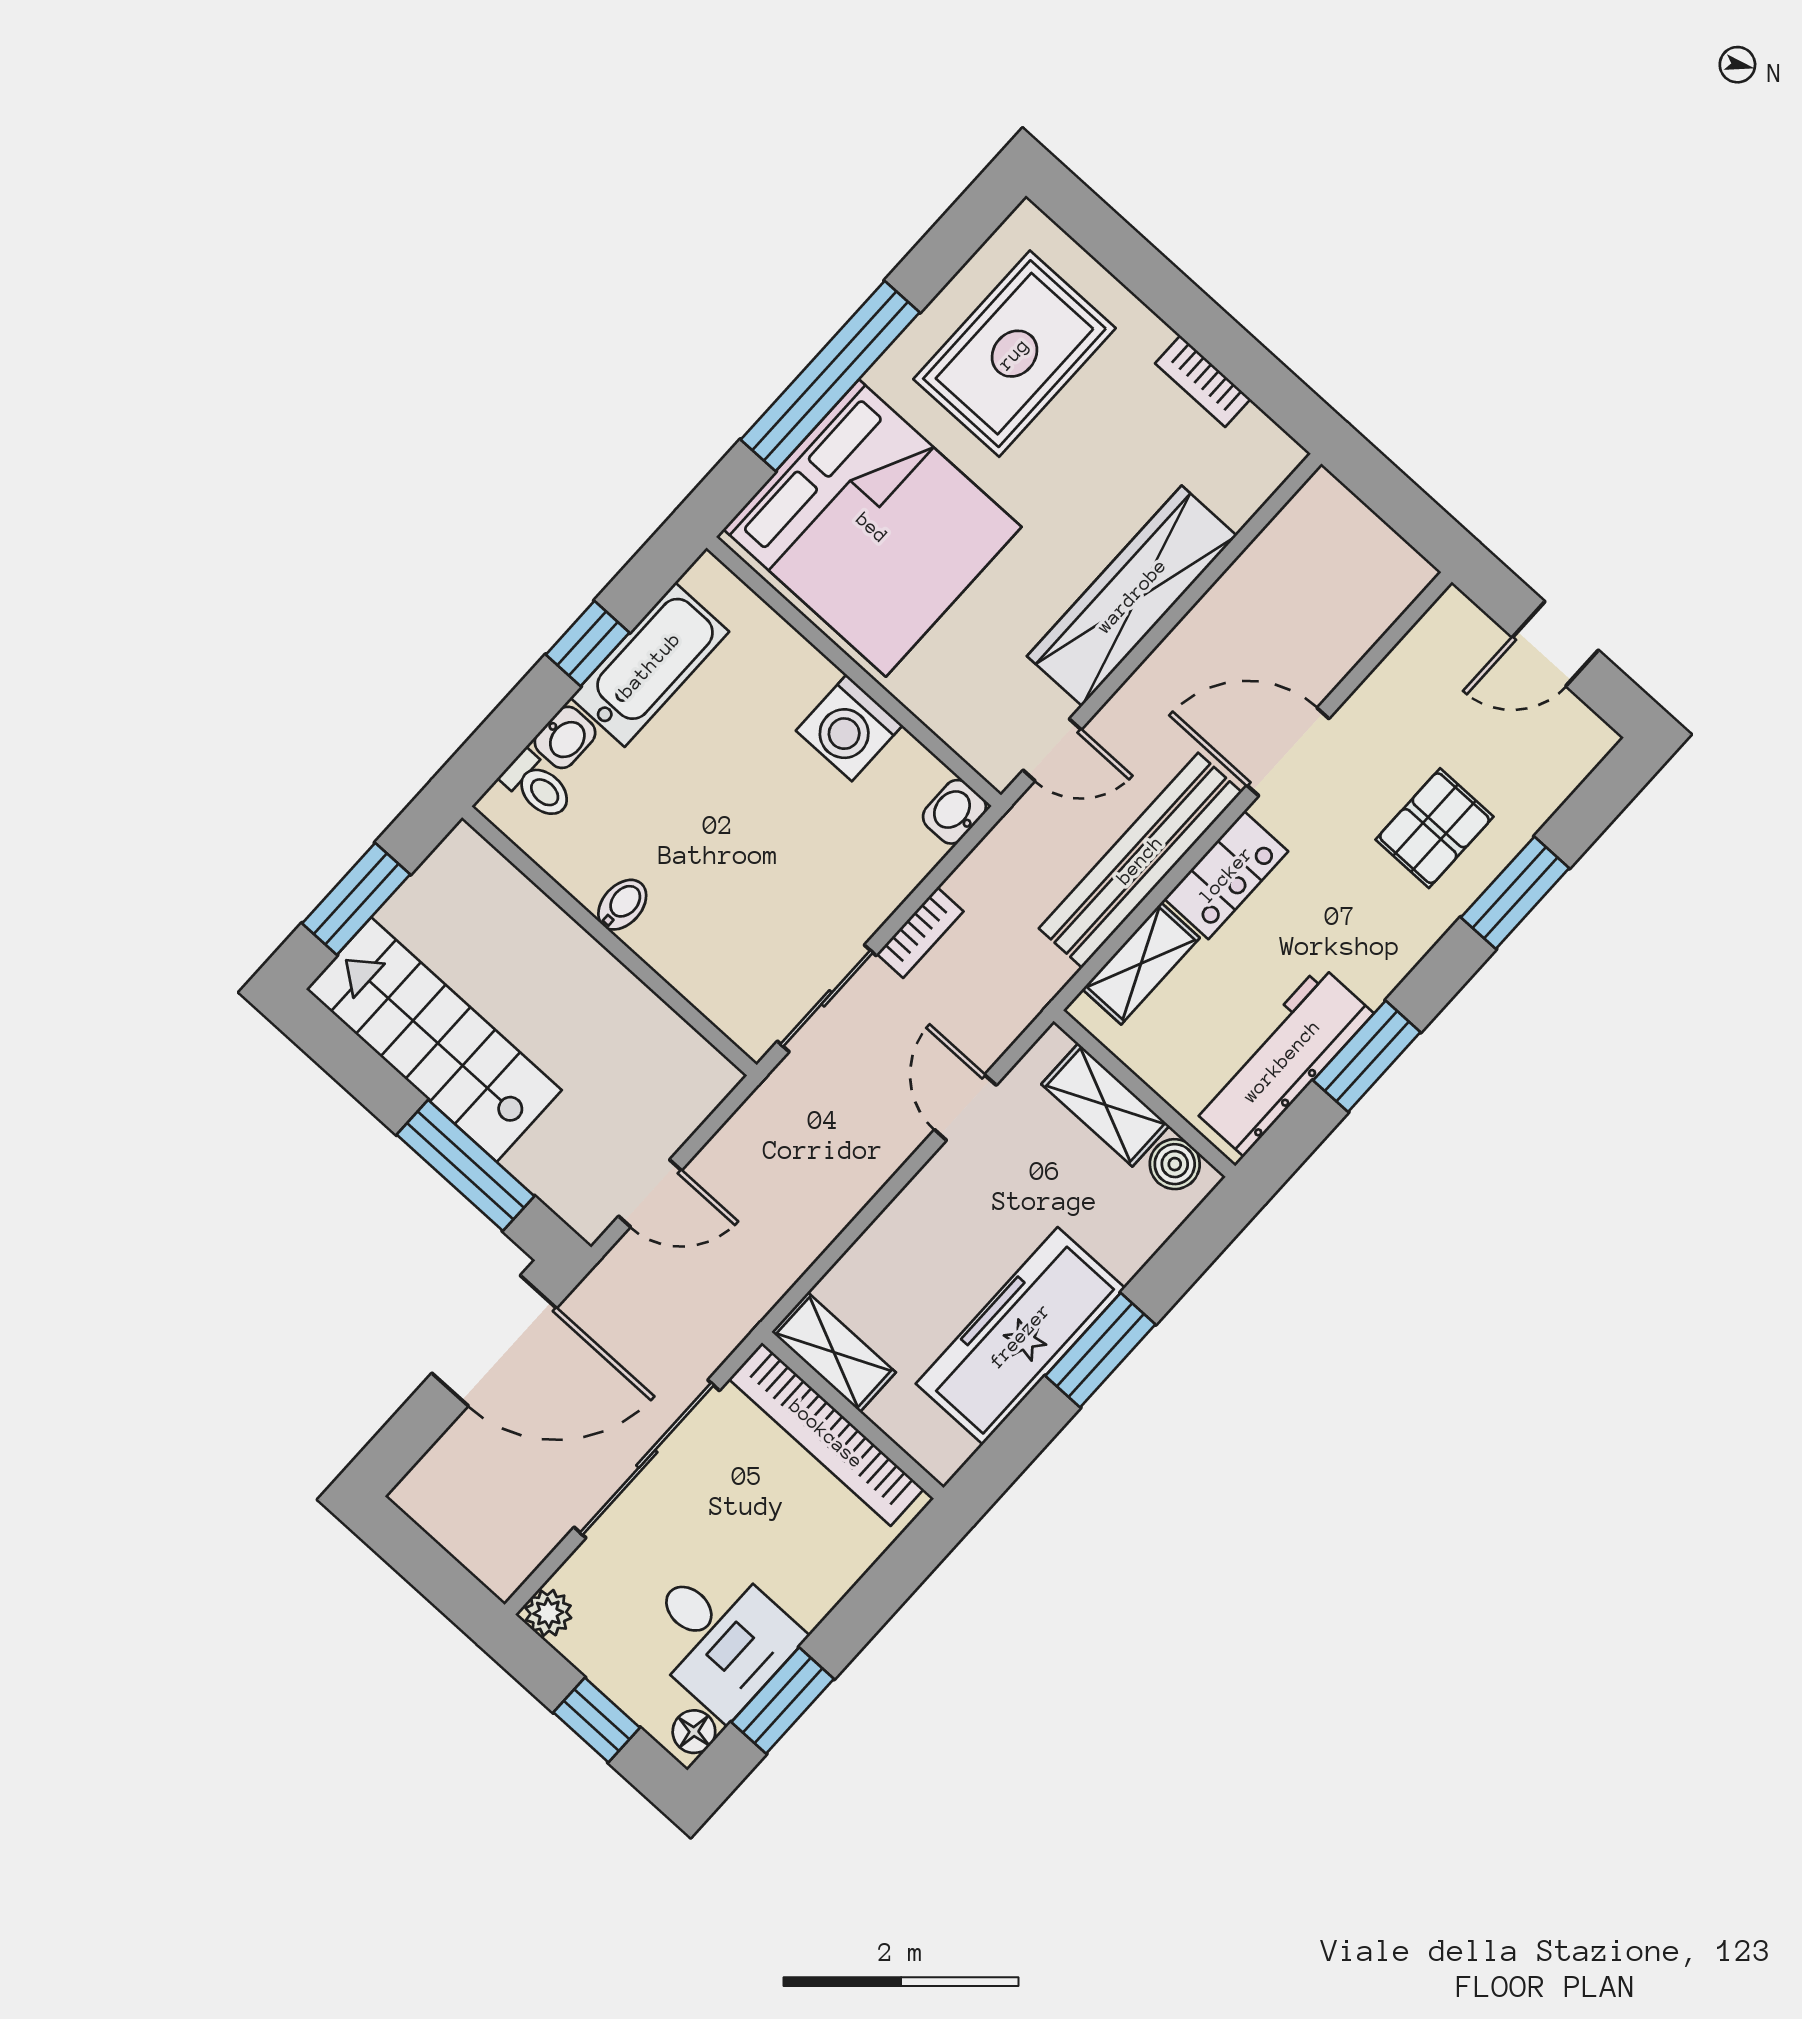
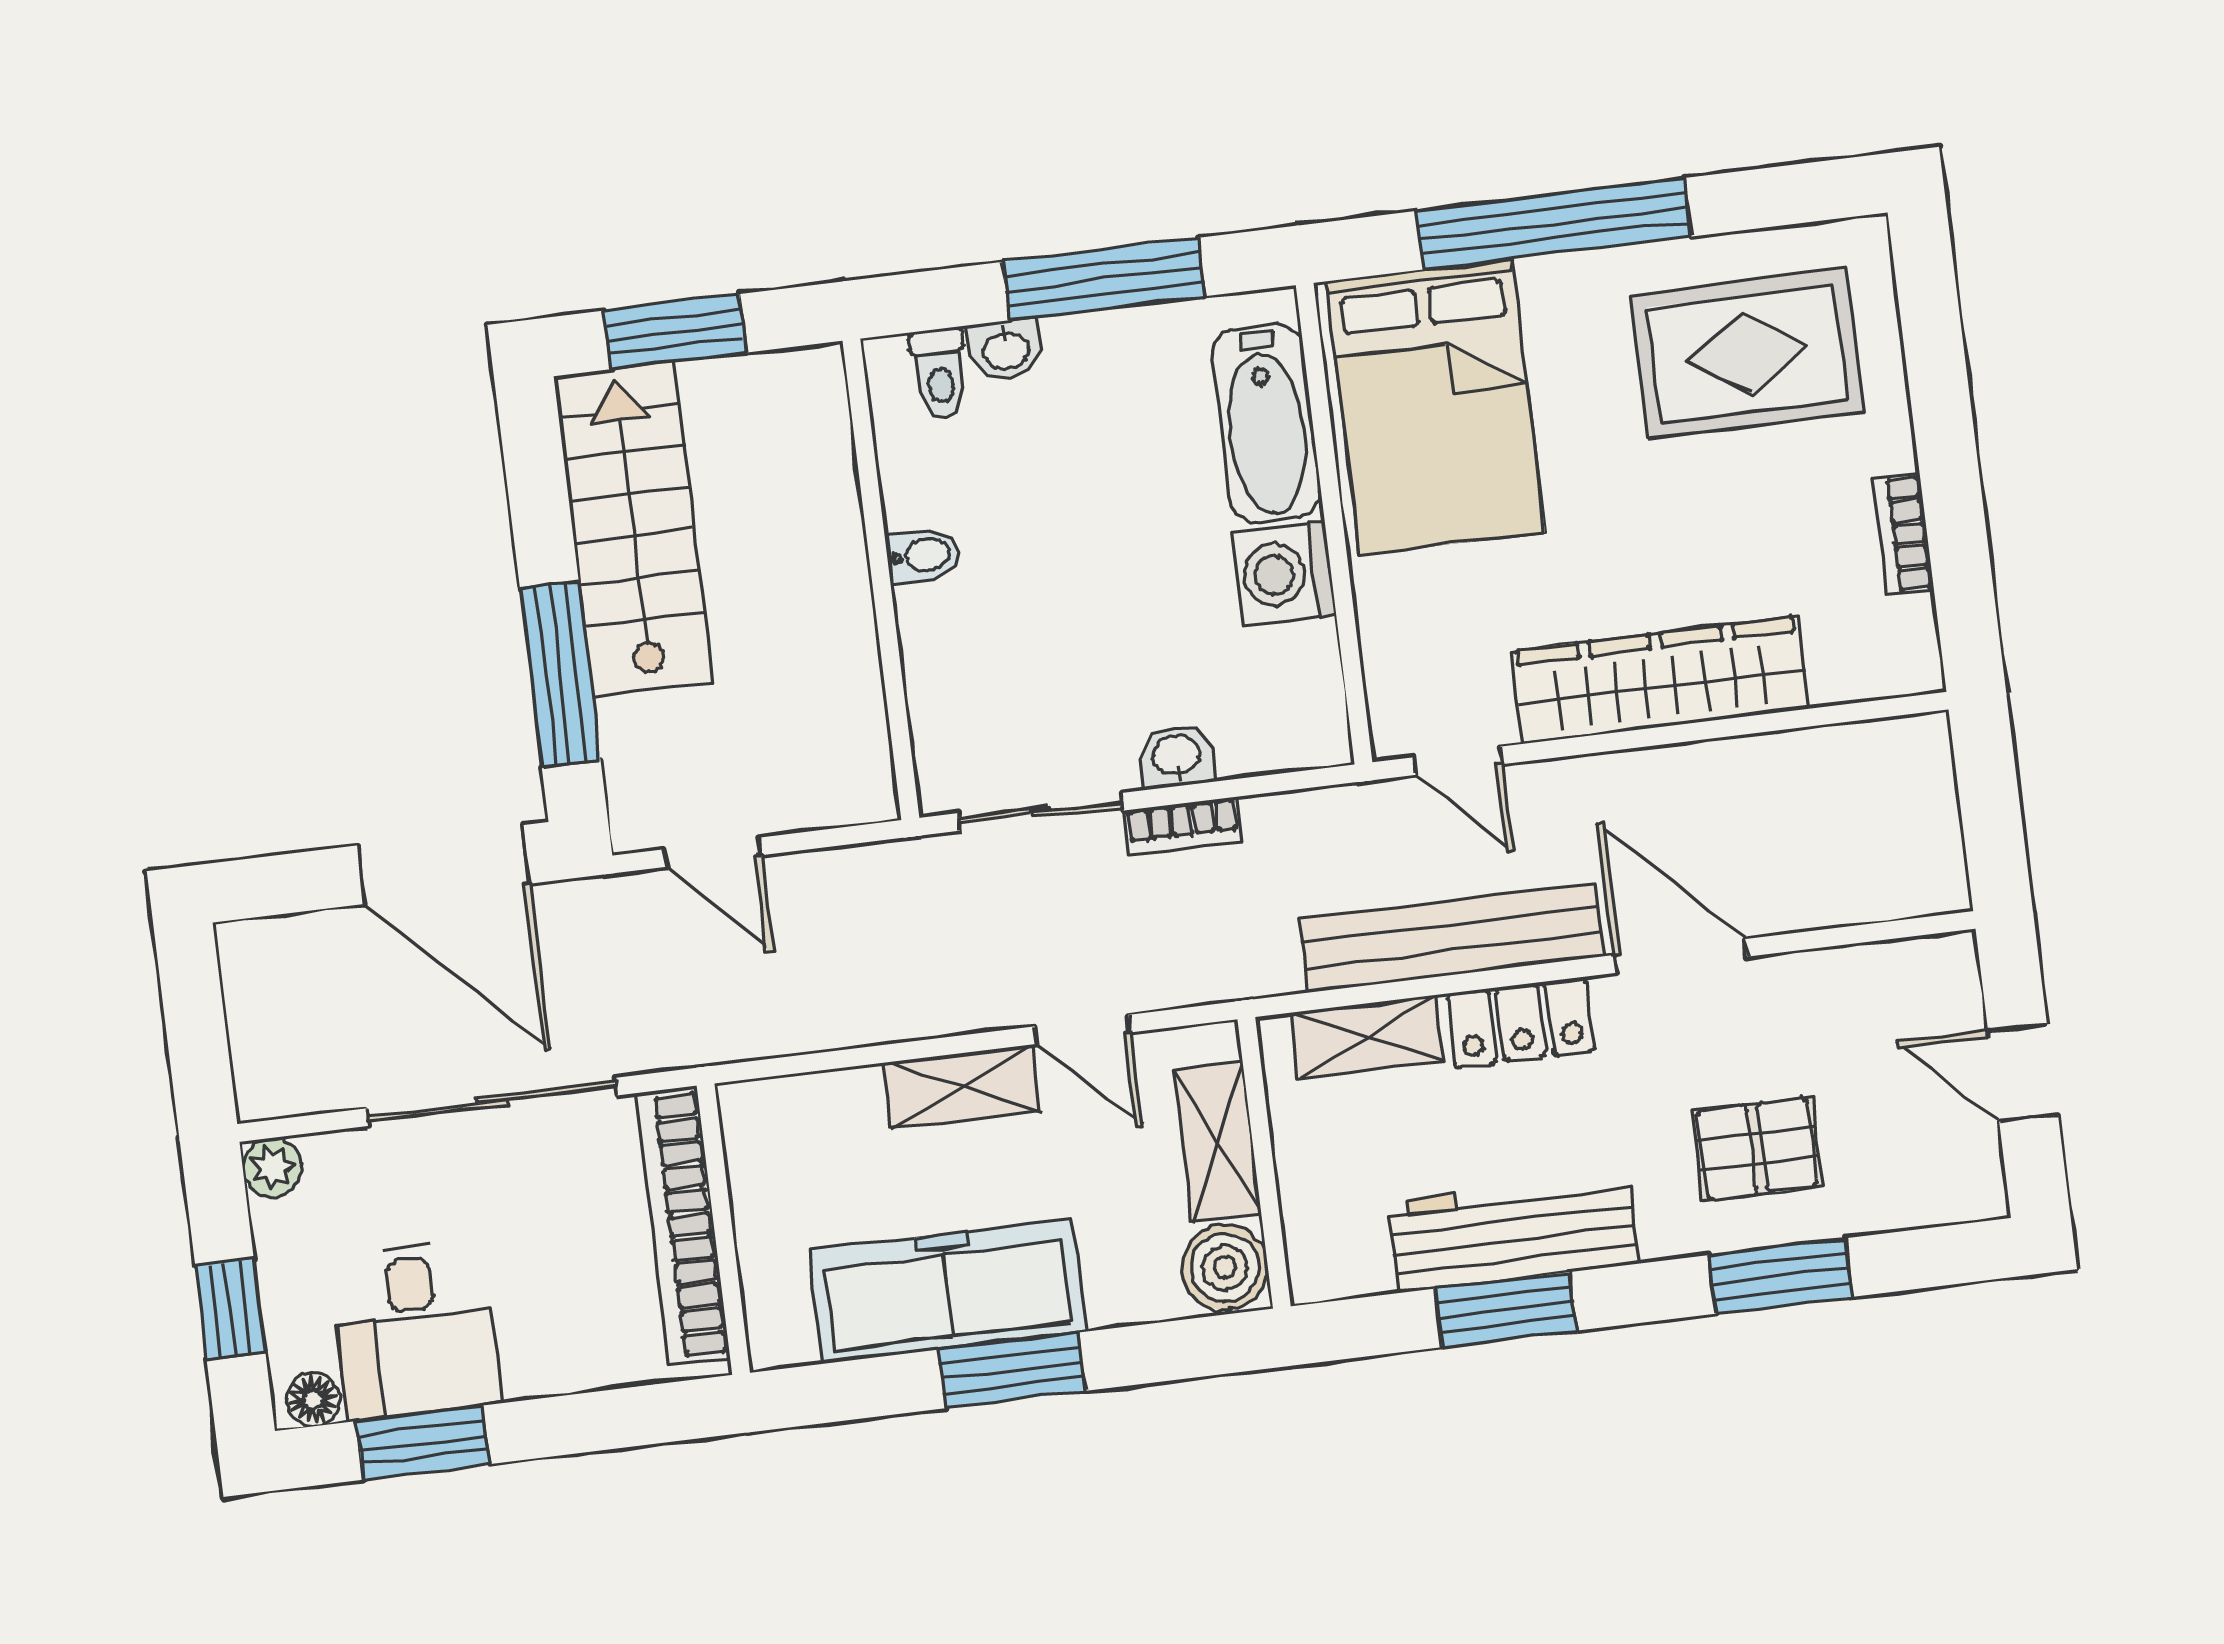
bed: (872, 528) -> (1436, 407), width x0.73
window: (588, 644) -> (1104, 279), width x2.17
bathtub: (650, 665) -> (1266, 423), moved, turned 90
washbasin: (954, 812) -> (1177, 756), moved
workbench: (1282, 1061) -> (1514, 1233), moved
door: (965, 1107) -> (1083, 1029), swing flipped
boiler: (1175, 1164) -> (1225, 1267), width x1.36, depth x1.36
shelving: (834, 1352) -> (962, 1087), moved, turned 90

